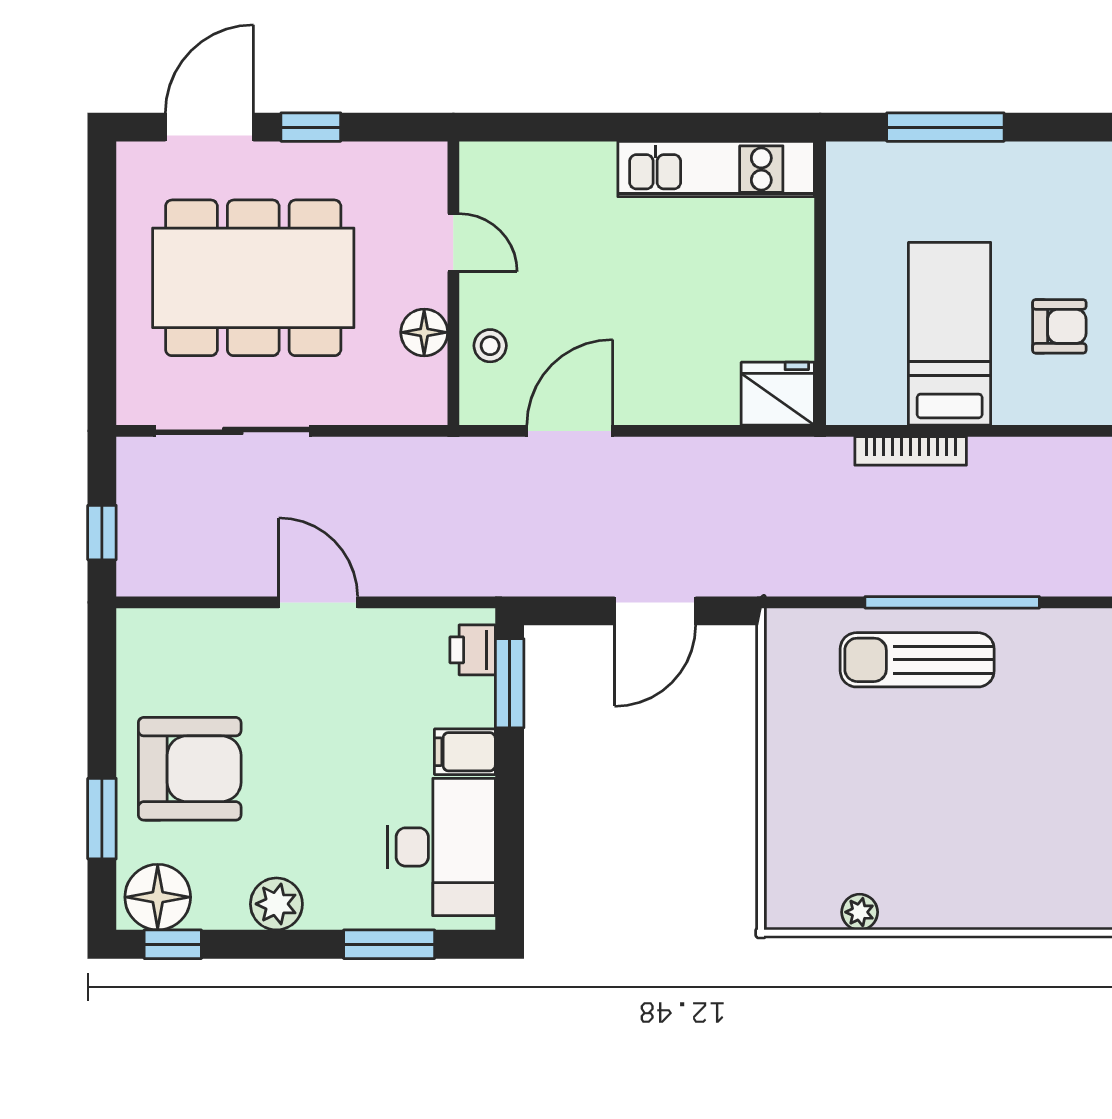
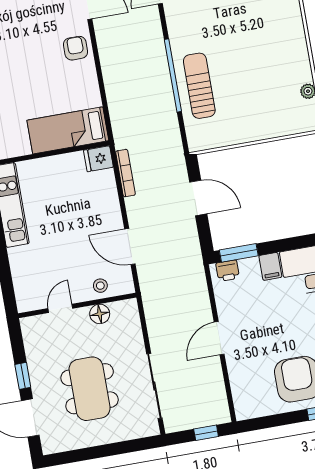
dining table: (253, 278) -> (90, 389), width x0.73, depth x0.80
armchair: (1059, 326) -> (75, 48), moved
bed: (950, 334) -> (68, 130), moved
fridge: (778, 394) -> (98, 159), width x0.72
bookcase: (911, 451) -> (125, 173), moved
sun lounger: (917, 660) -> (199, 86), turned 180

